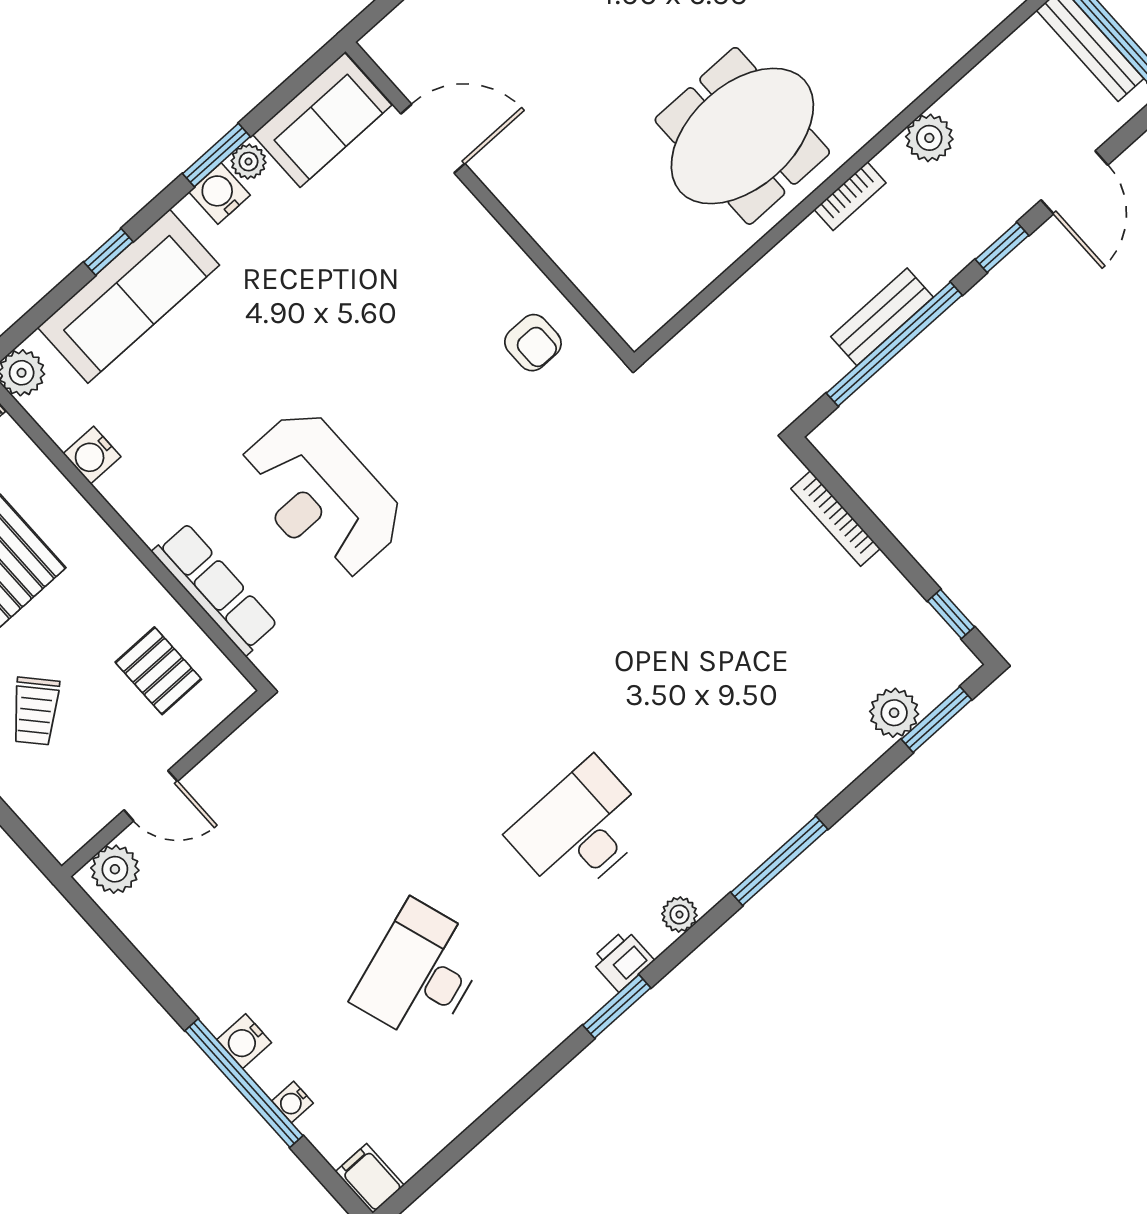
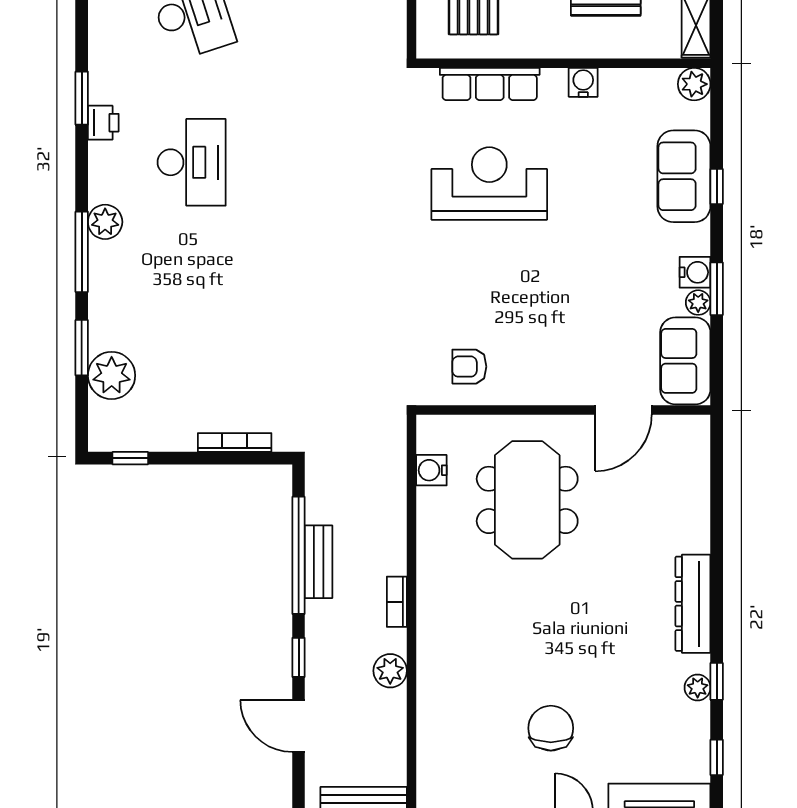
meeting table: (742, 136) -> (527, 500), moved
water cooler: (678, 284) -> (431, 470), added
sofa: (129, 296) -> (684, 176), width x0.73
water cooler: (92, 455) -> (583, 82), moved
plant: (894, 713) -> (112, 375), width x1.36, depth x1.36
window: (937, 719) -> (82, 348), moved
plant: (679, 915) -> (105, 222), moved, width x1.38, depth x1.38

